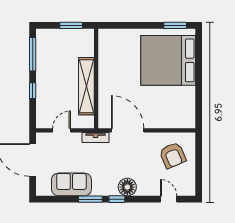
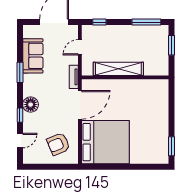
window: (71, 25) -> (171, 45), moved
bed: (168, 60) -> (105, 142), moved, turned 90
window: (33, 91) -> (99, 22), moved
door: (62, 130) -> (80, 47), swing flipped
window: (117, 199) -> (20, 115), moved

